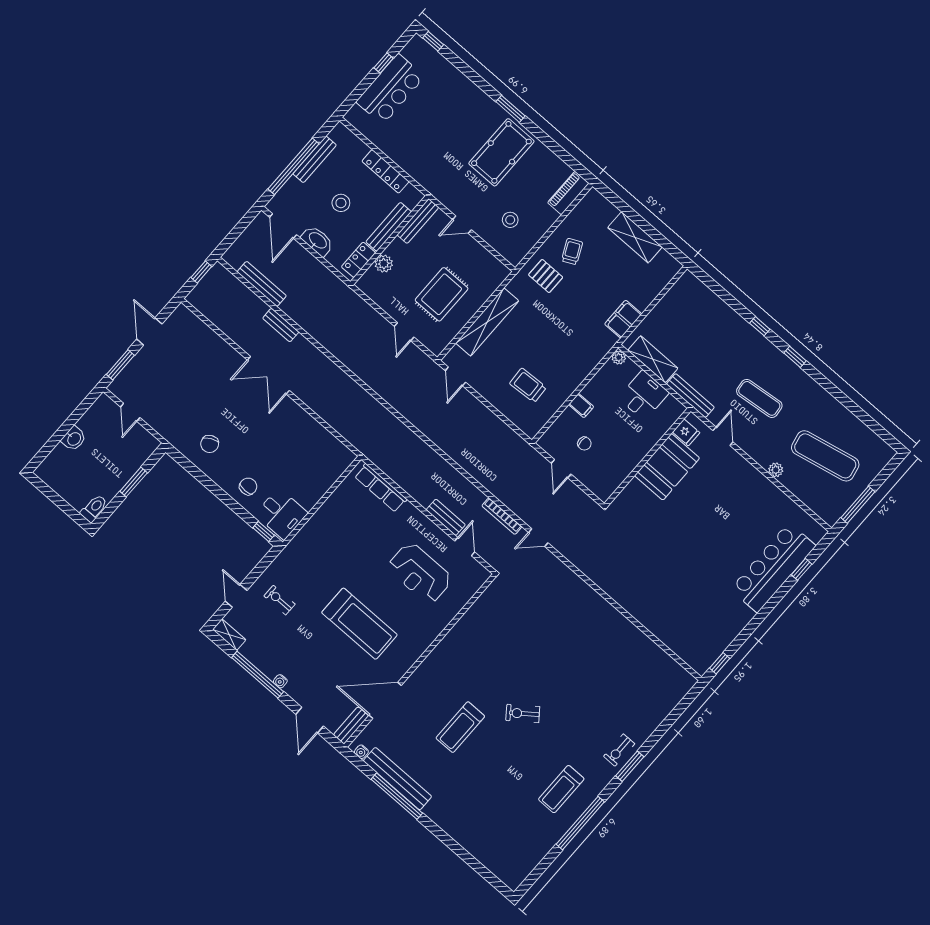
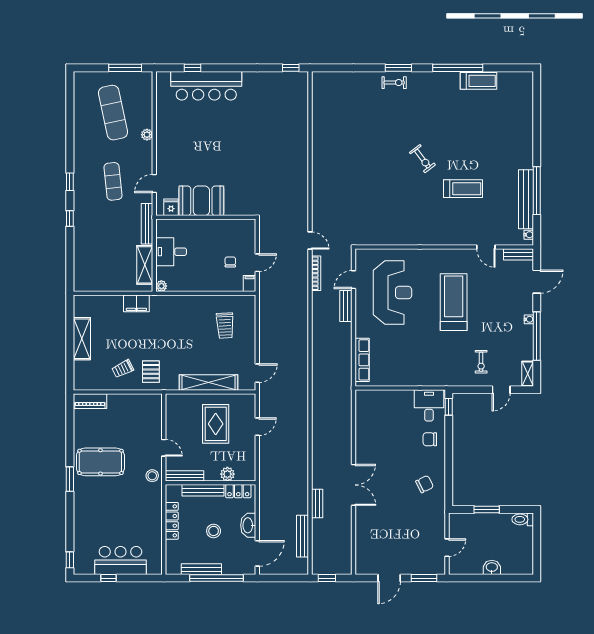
stool: (510, 220) -> (152, 476), moved
rug: (442, 294) -> (216, 424), turned 90
filing cabinet: (581, 406) -> (250, 283), moved
reception desk: (420, 573) -> (392, 293), width x1.36, depth x1.30
door: (385, 700) -> (486, 247), width x0.53
treadmill: (561, 789) -> (478, 81), moved

